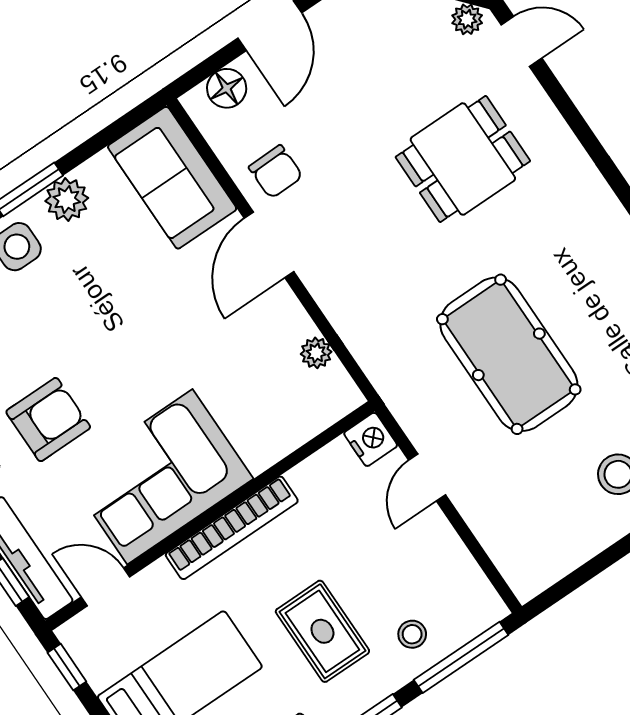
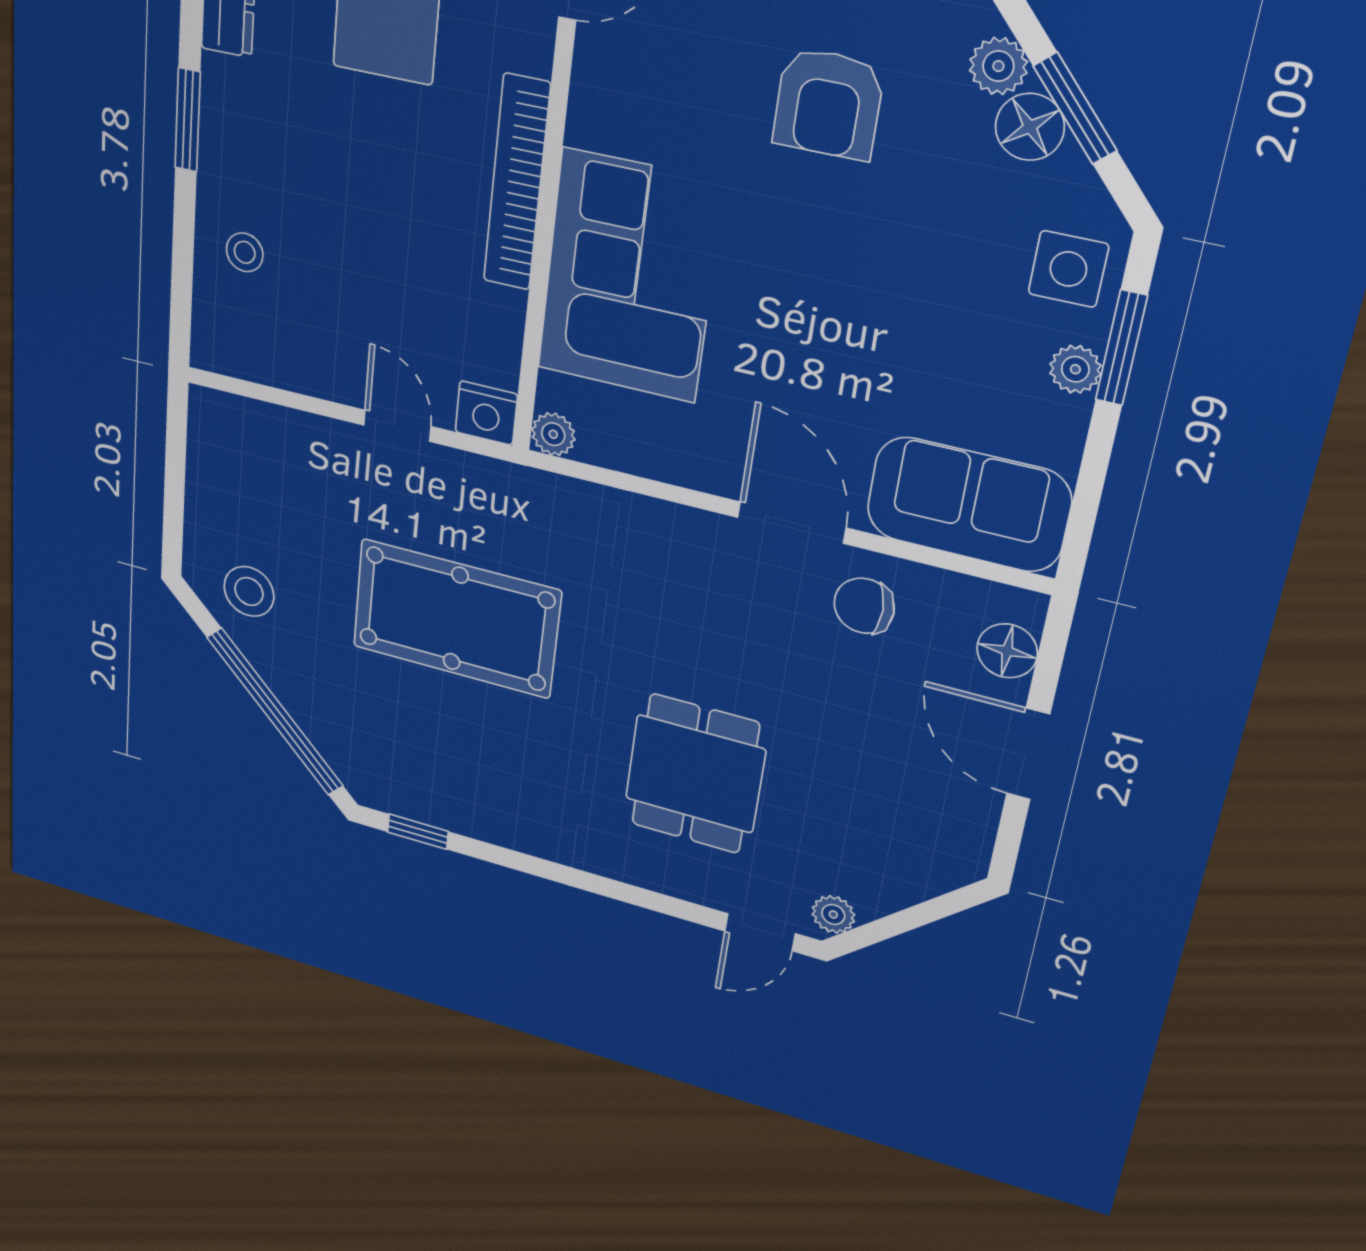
plant: (67, 200) -> (1075, 369), width x0.73, depth x0.73
plant: (316, 353) -> (553, 434), moved
corner sofa: (160, 477) -> (629, 276), moved
rug: (322, 631) -> (322, 166), removed
window: (461, 657) -> (182, 276), removed

